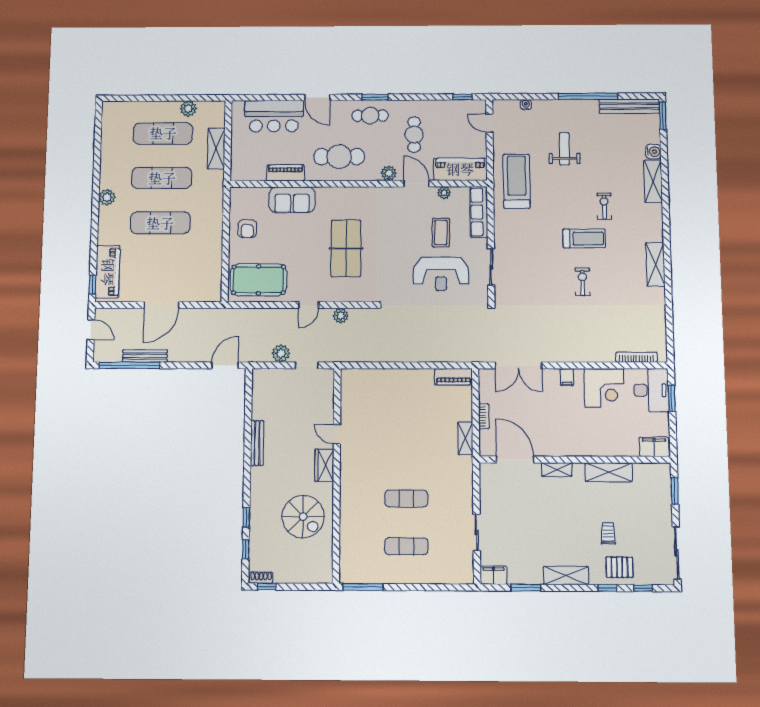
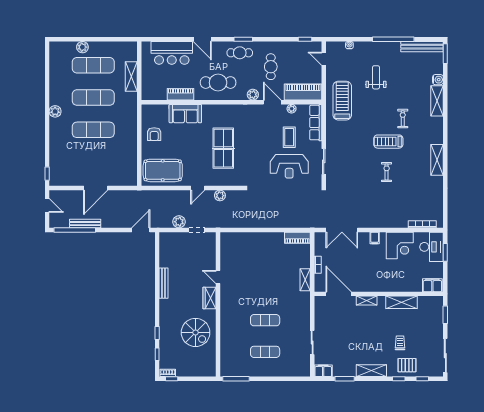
plant: (188, 109) -> (82, 47), moved
treadmill: (584, 238) -> (388, 142), turned 180
piano: (108, 272) -> (57, 165), removed

